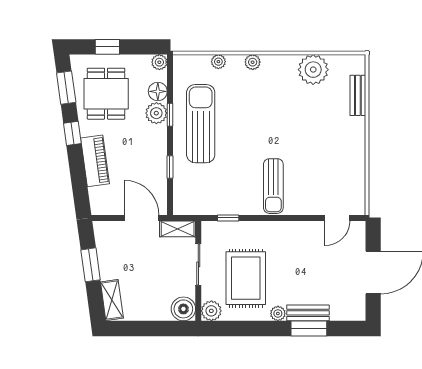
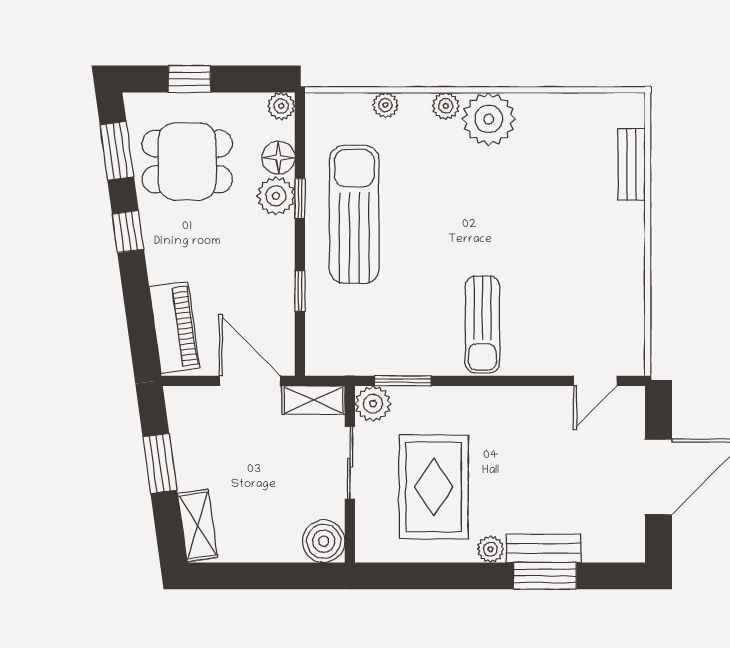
plant: (313, 70) -> (489, 119), moved
dining table: (106, 94) -> (187, 161), turned 90
piano: (95, 161) -> (174, 327), moved
window: (228, 218) -> (403, 381), width x1.50
plant: (211, 311) -> (373, 404), moved

